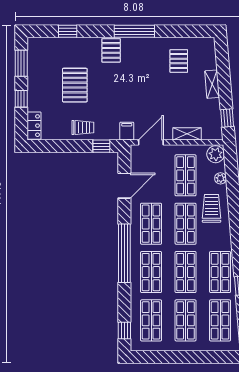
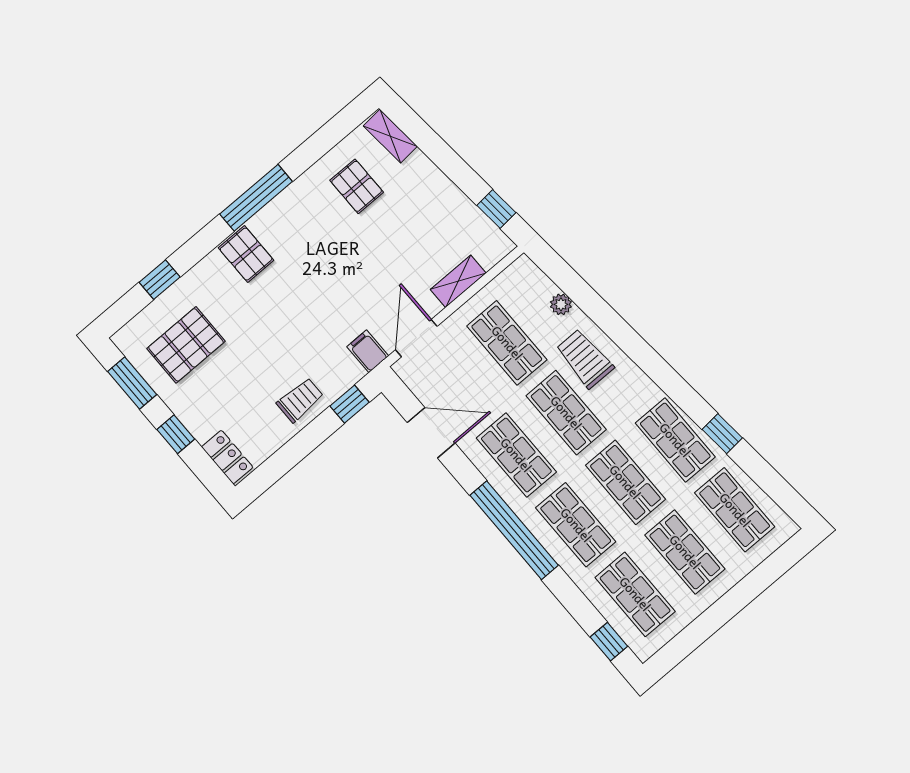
shelving: (212, 84) -> (390, 136), moved
pallet: (75, 85) -> (186, 345), moved, turned 90
plant: (216, 154) -> (524, 275), removed
door: (124, 186) -> (431, 433), hinge flipped

